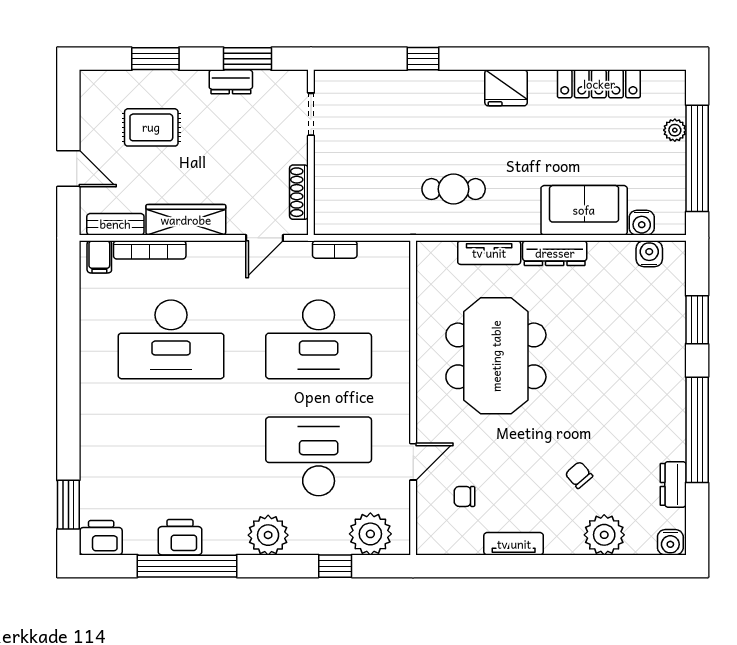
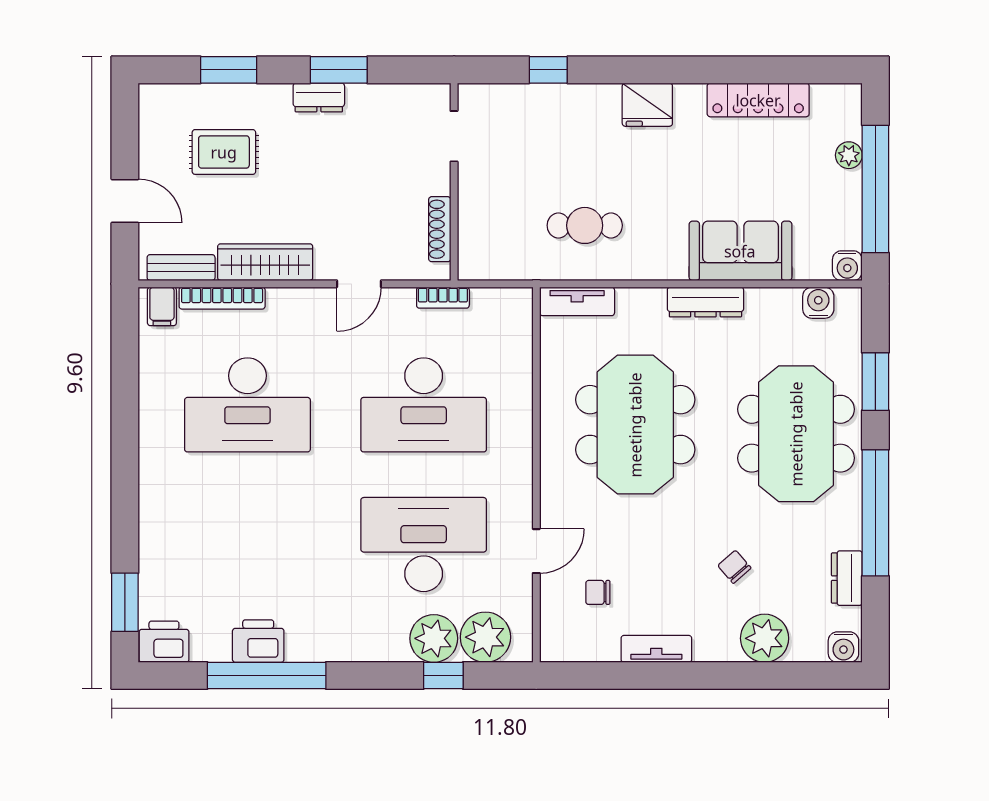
doorway: (311, 114) -> (454, 136), moved
wall: (311, 152) -> (454, 182), moved
shoe rack: (299, 192) -> (440, 229), moved
water cooler: (642, 223) -> (847, 266), moved
tv unit: (489, 253) -> (577, 301), moved
meeting table: (631, 363) -> (796, 434), added
plant: (268, 535) -> (434, 638), moved

